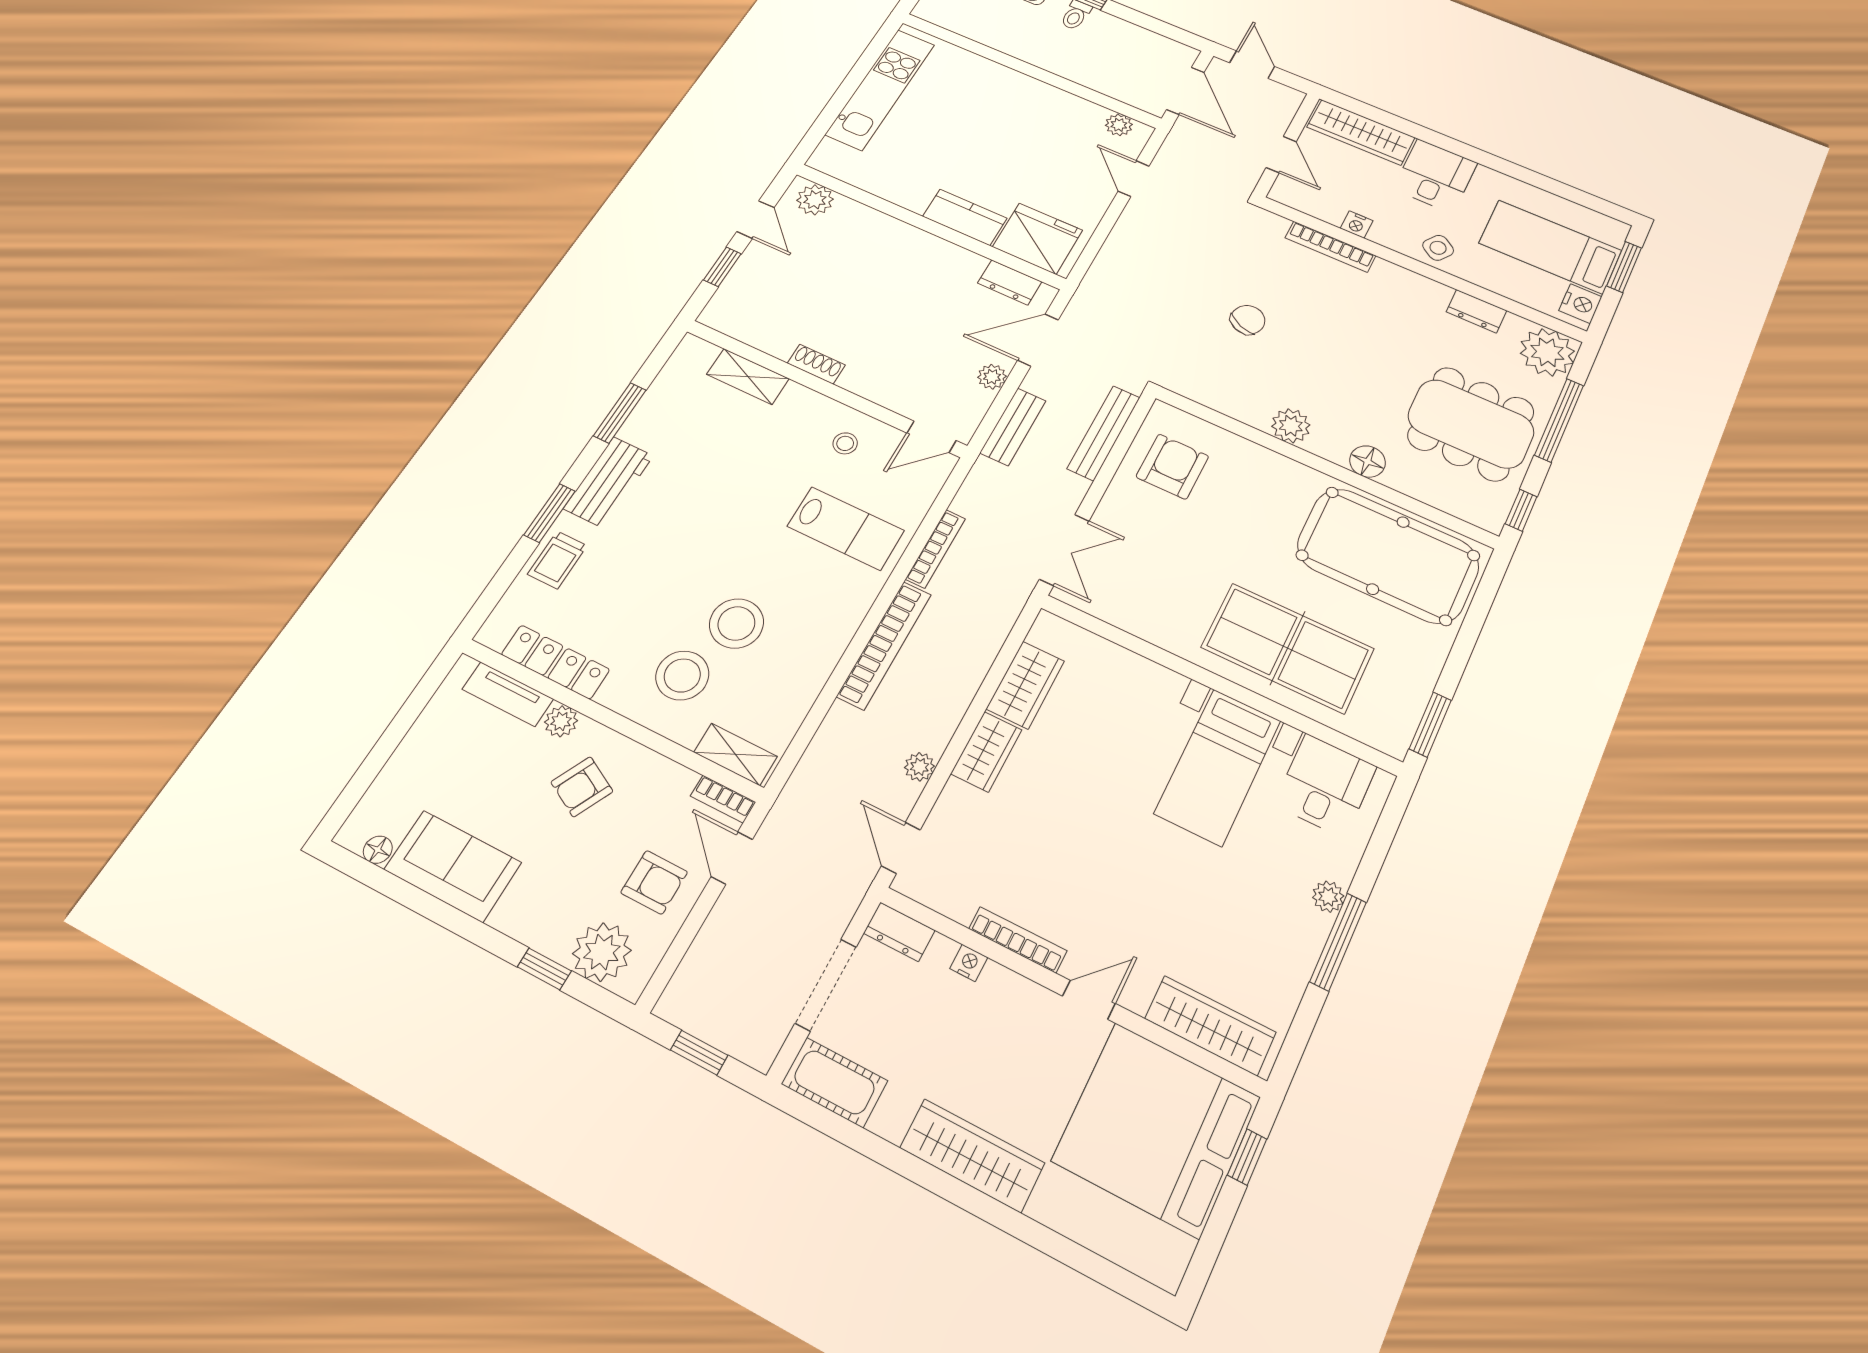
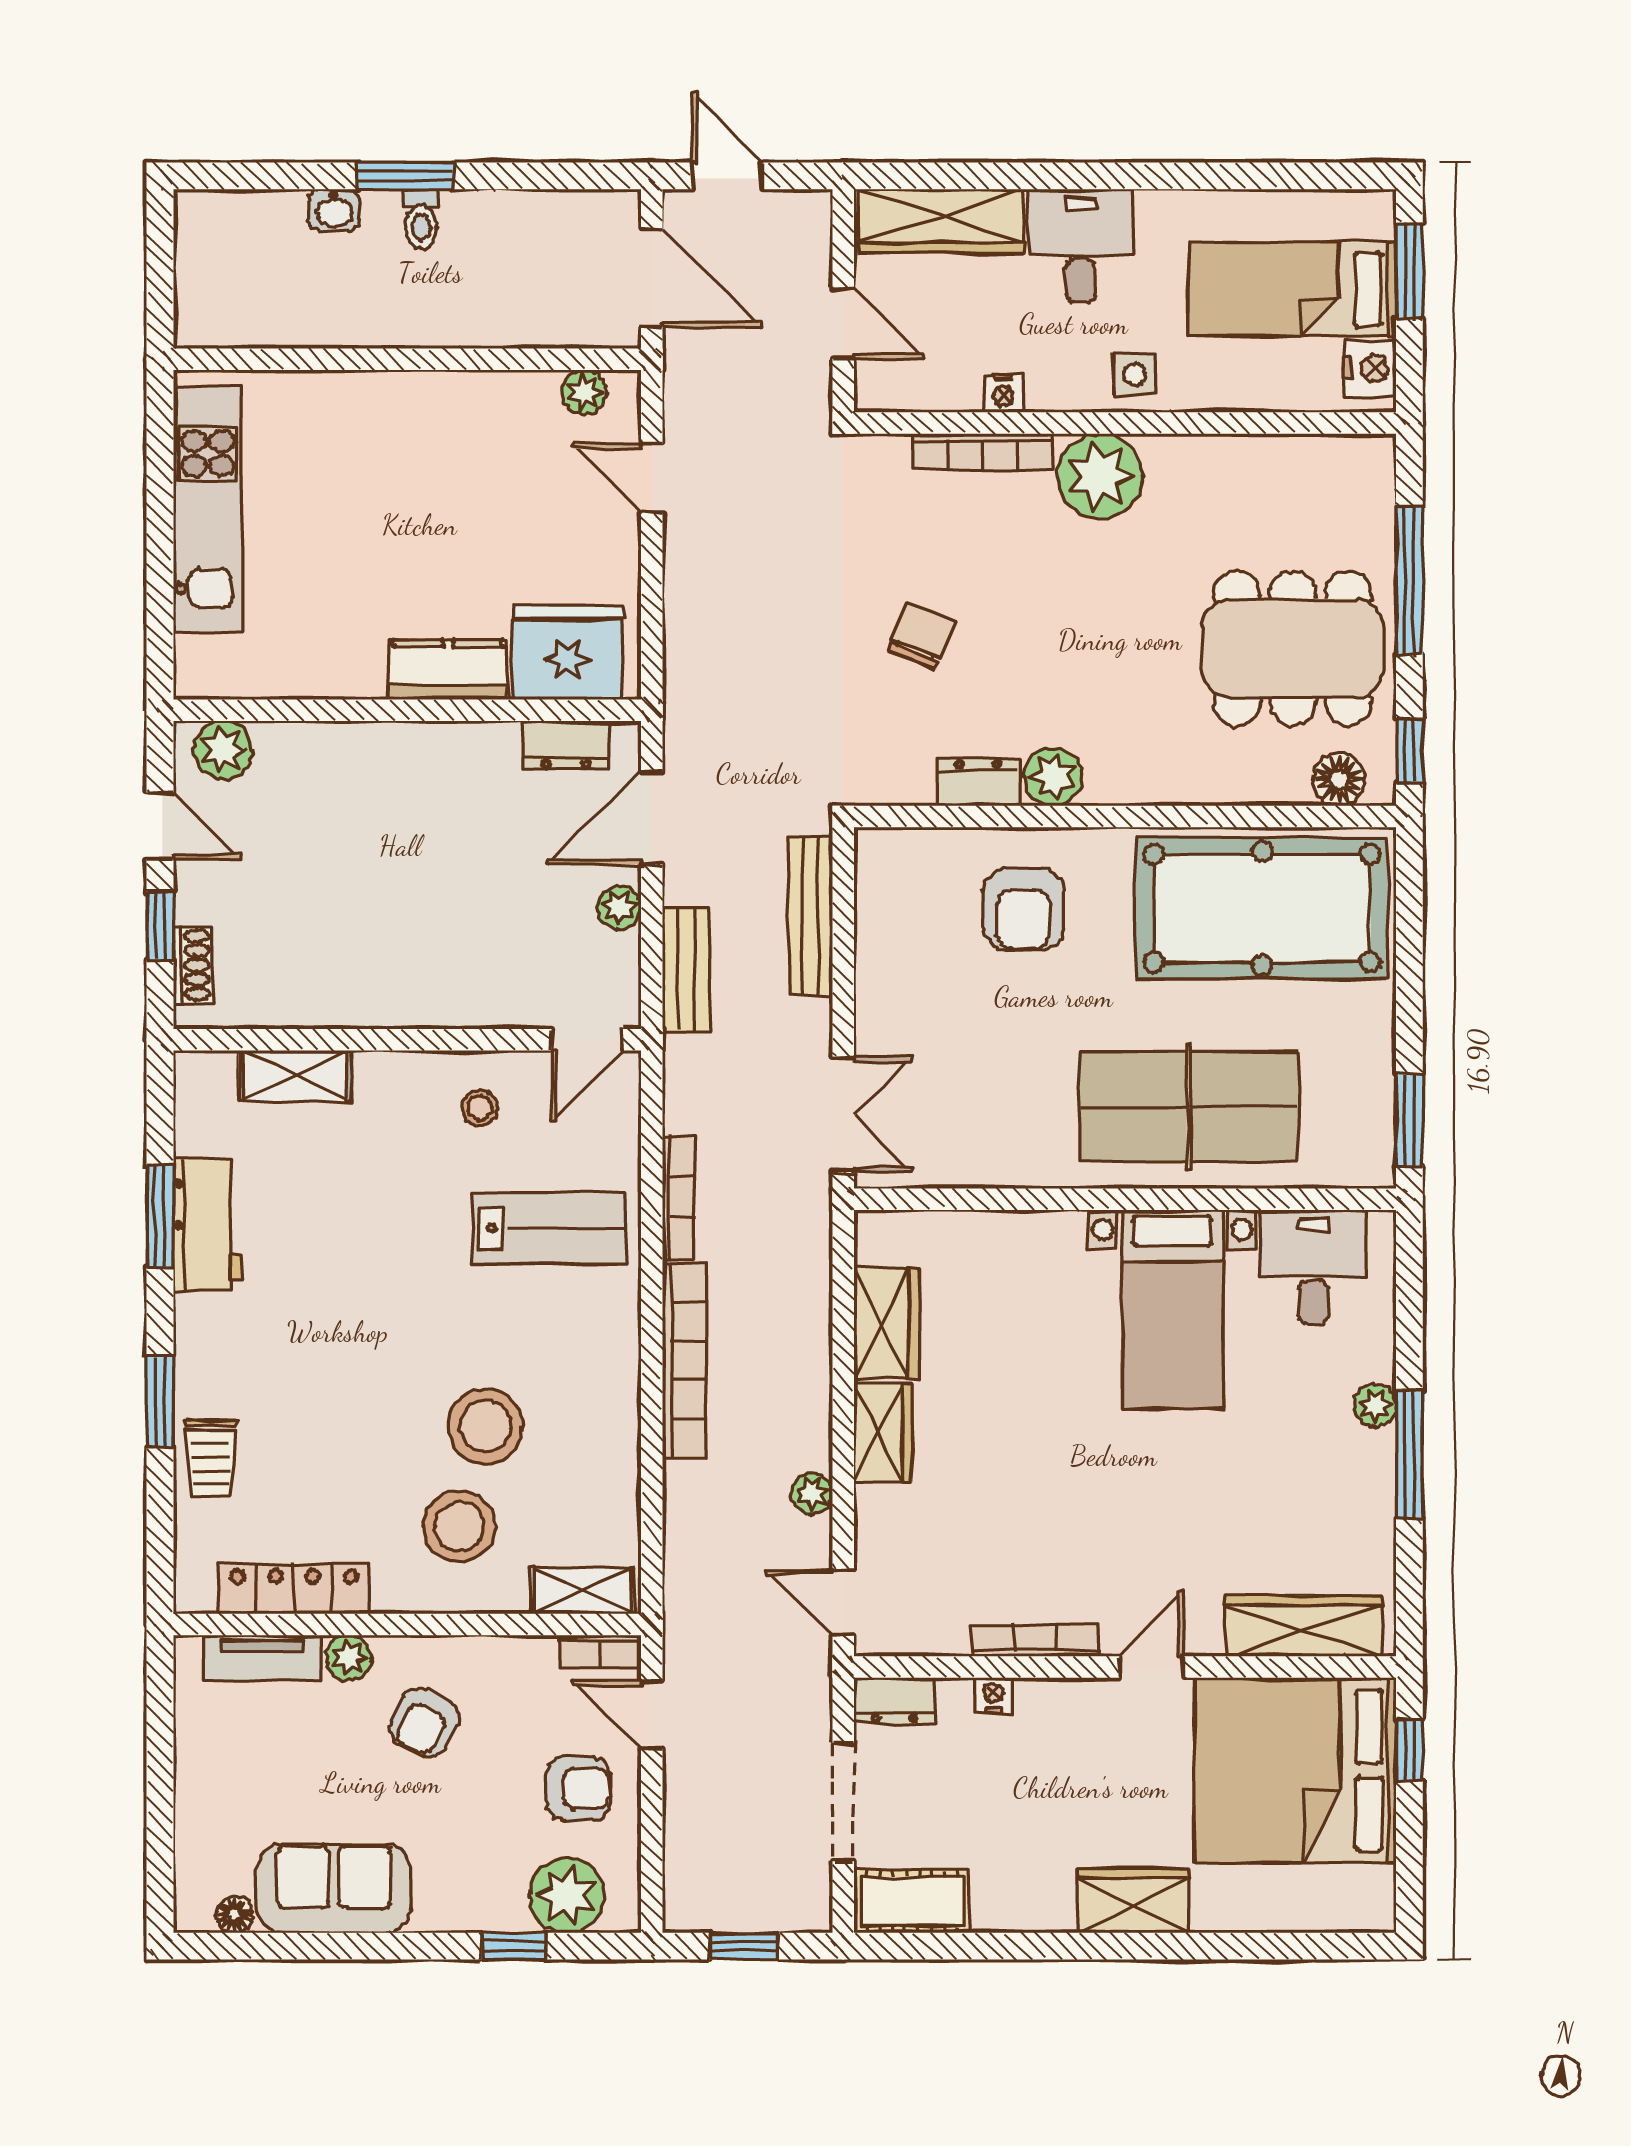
side table: (1438, 248) -> (1135, 374), turned -35
dresser: (1476, 311) -> (978, 782), moved, turned 180
plant: (1547, 352) -> (1100, 476), moved
shoe rack: (816, 364) -> (192, 965), moved, turned 90
floor lamp: (1368, 461) -> (1339, 780), moved
armchair: (1172, 467) -> (1024, 909), moved, turned 180
workbench: (609, 482) -> (208, 1224), moved
wardrobe: (972, 1155) -> (1133, 1901), width x0.67

